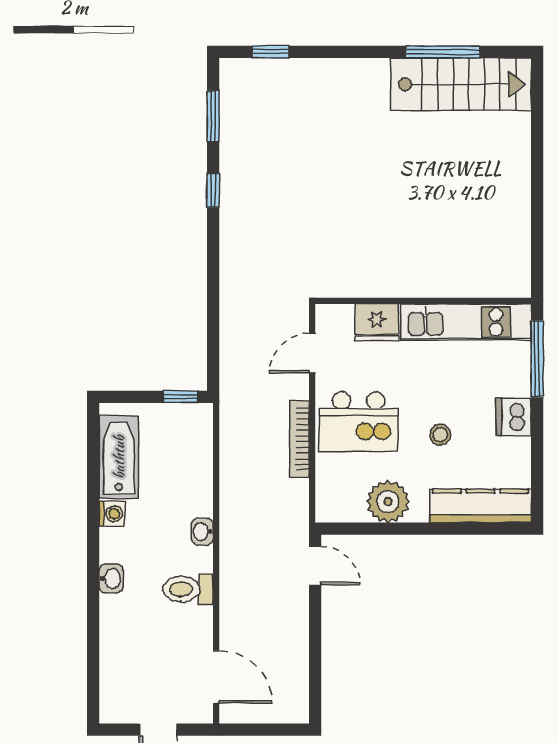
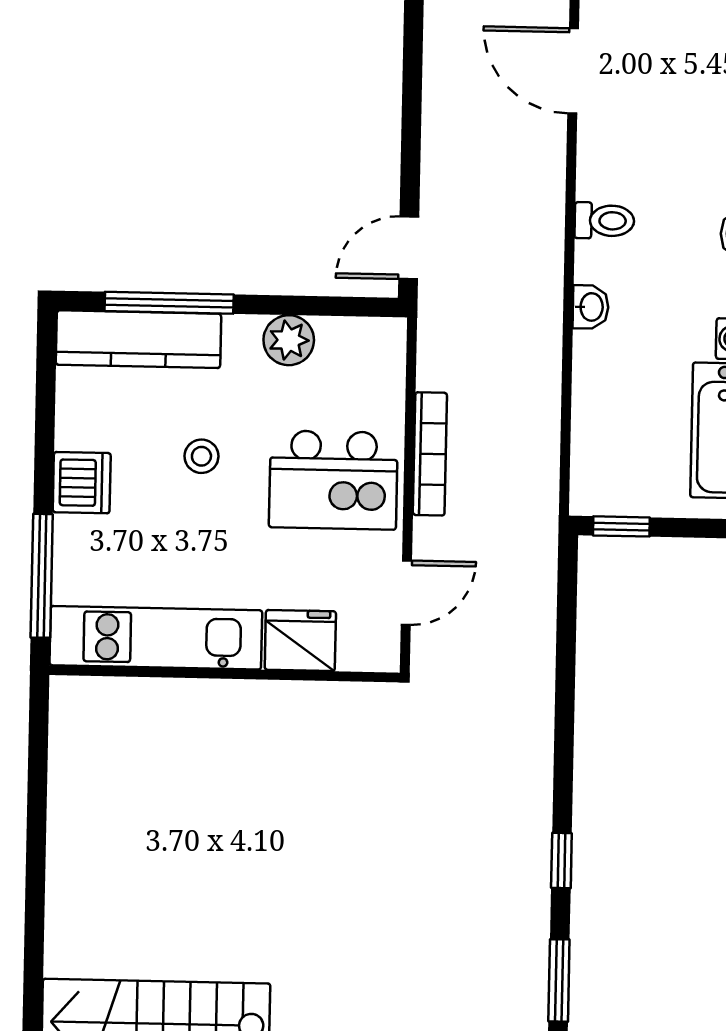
kitchen island: (359, 422) -> (333, 480), turned 180
plant: (388, 502) -> (289, 340), width x0.73, depth x0.73
window: (462, 529) -> (169, 303), added
door: (315, 566) -> (409, 248), hinge flipped
toilet: (188, 589) -> (604, 221), width x0.73, depth x0.72

